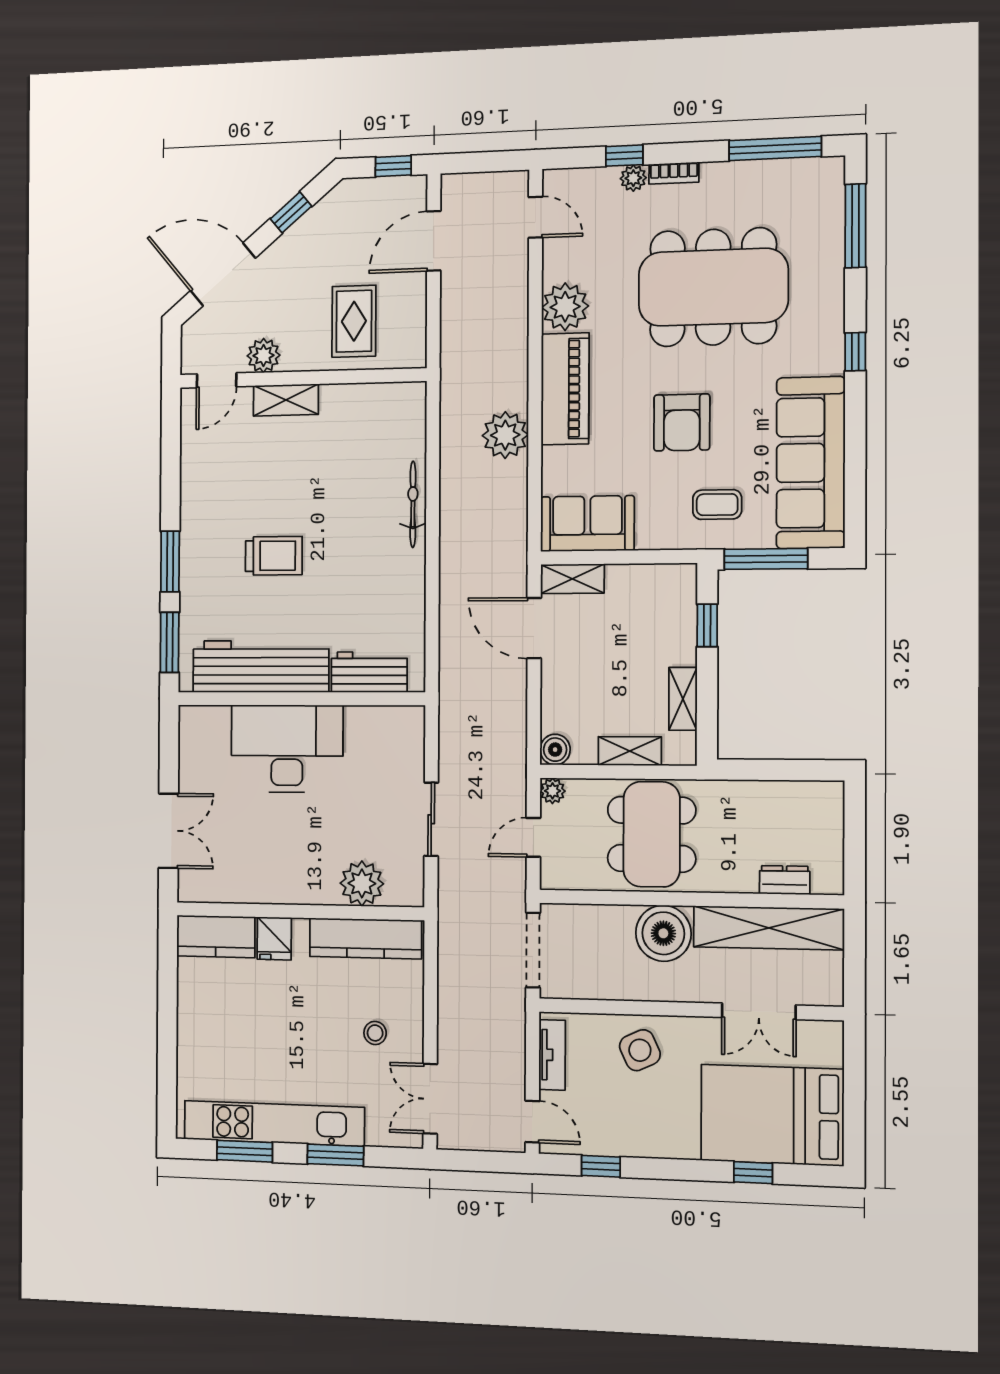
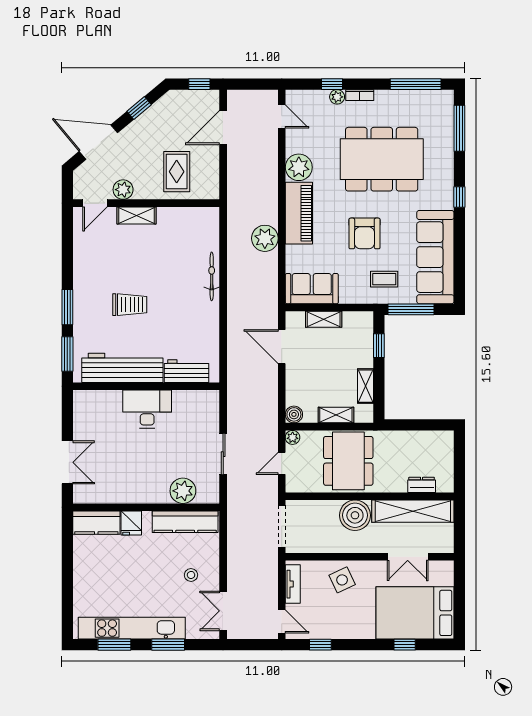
shelving: (572, 579) -> (324, 319), moved
desk: (287, 749) -> (147, 409), width x0.73, depth x0.77

